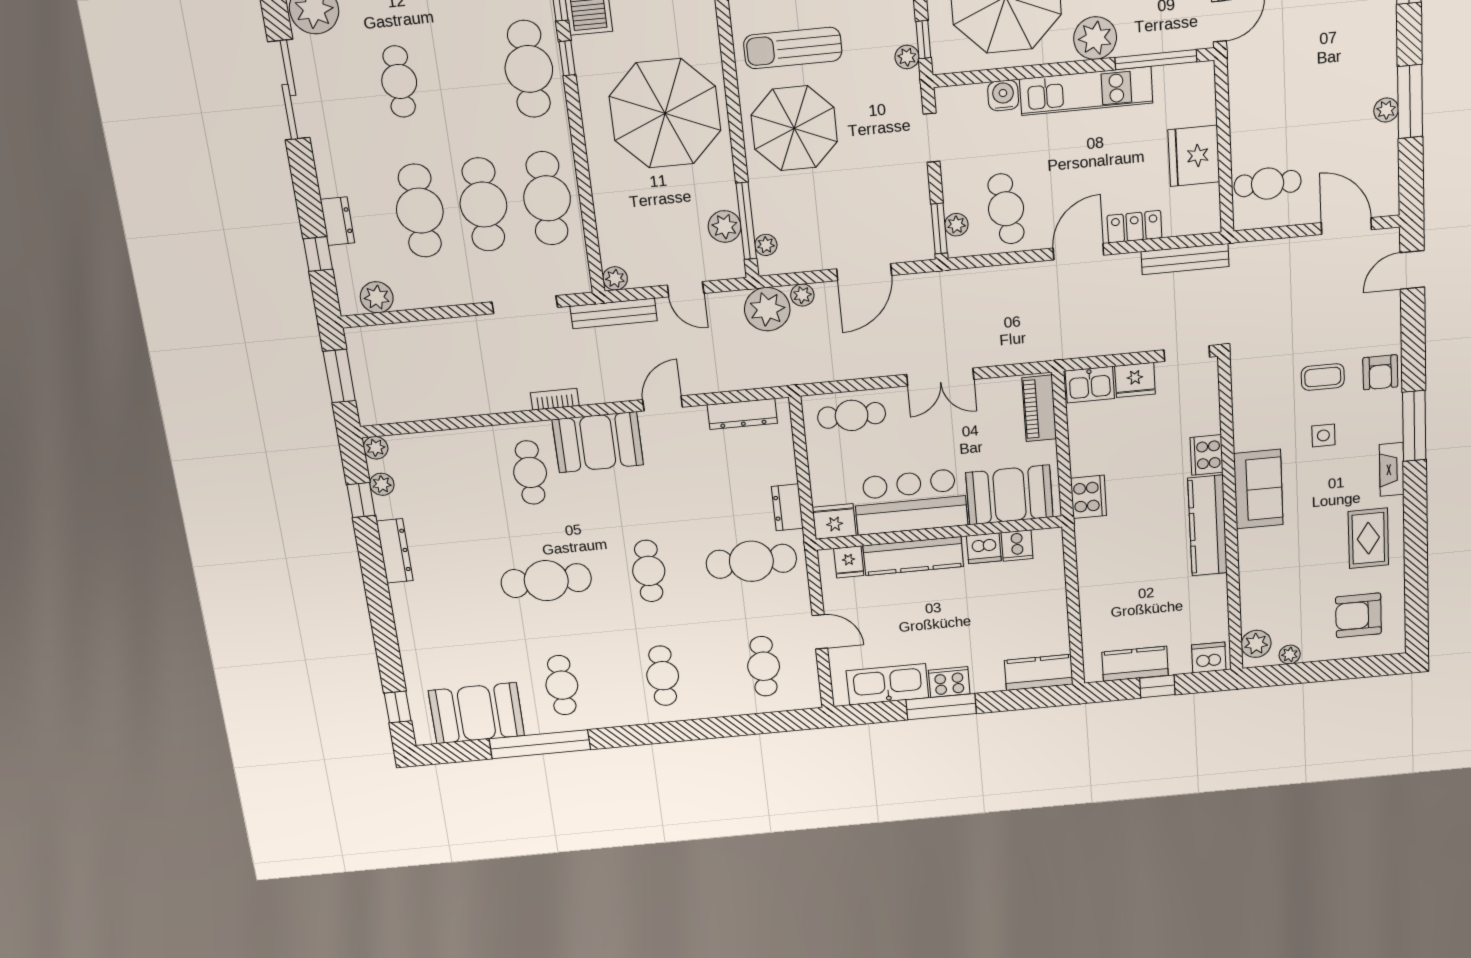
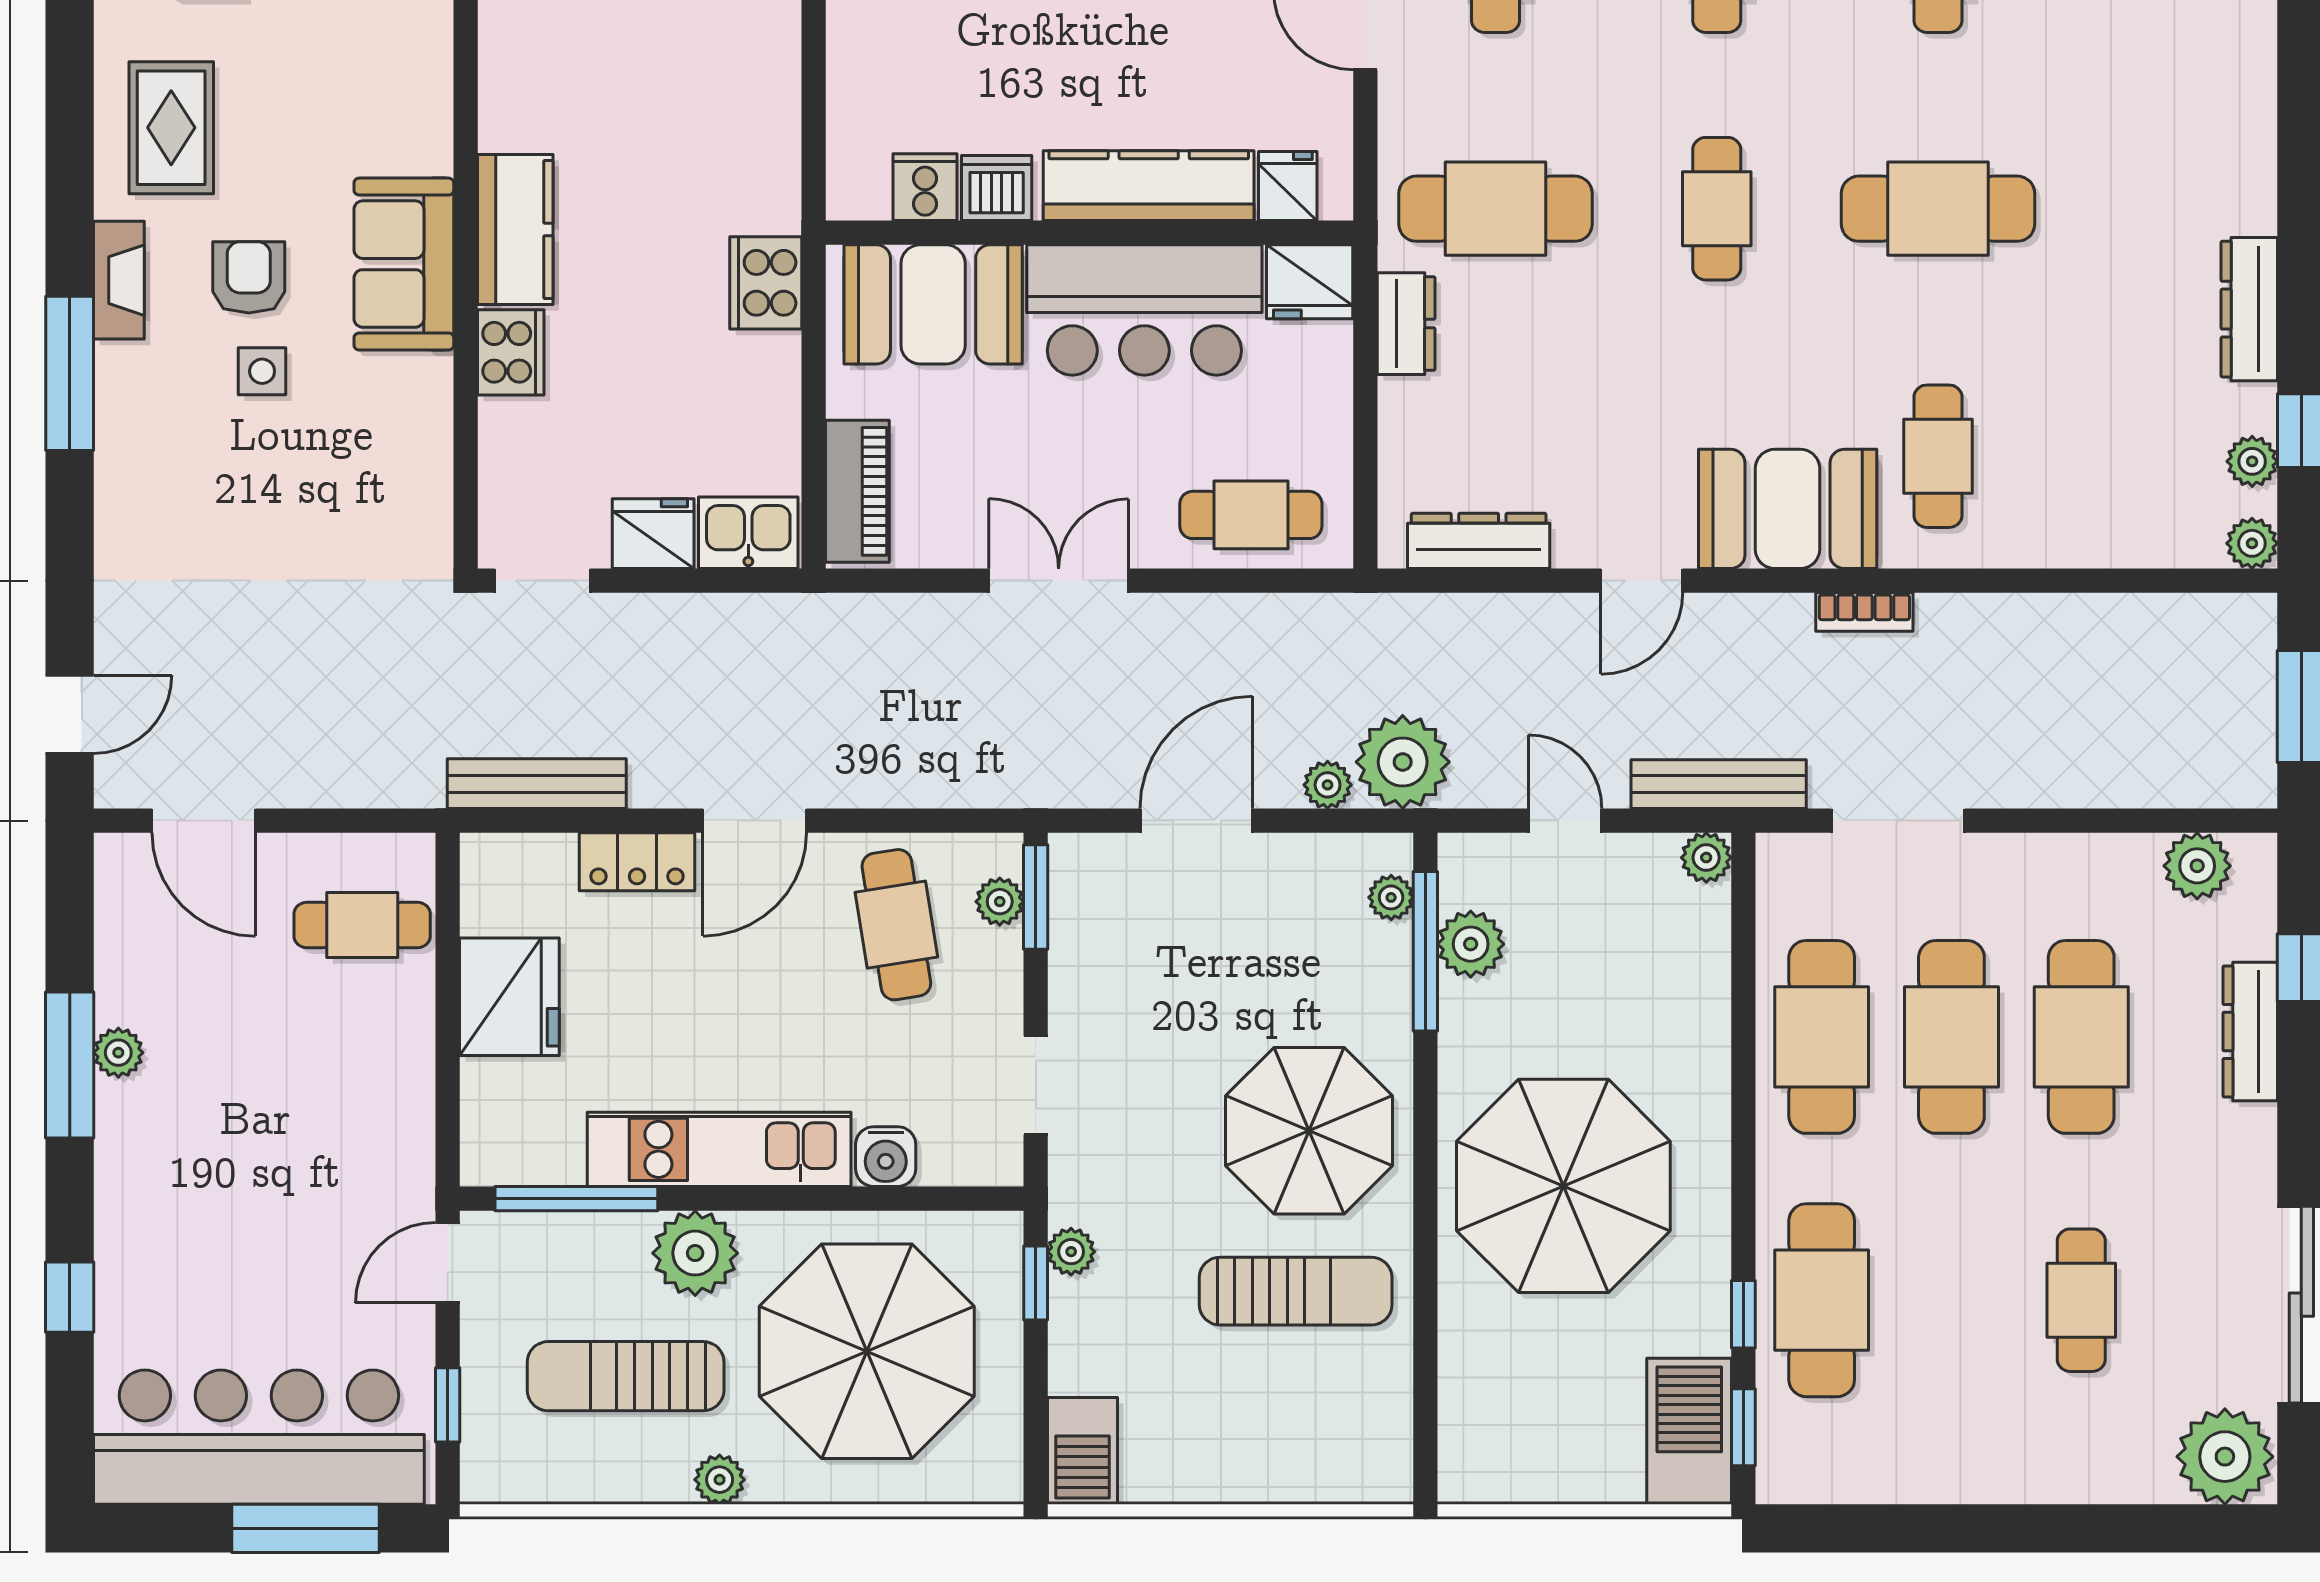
dresser: (338, 221) -> (2250, 1032), width x1.44
armchair: (1380, 372) -> (249, 277), moved
coffee table: (1323, 377) -> (260, 501), removed
kitchen counter: (1208, 526) -> (515, 230), width x0.67

